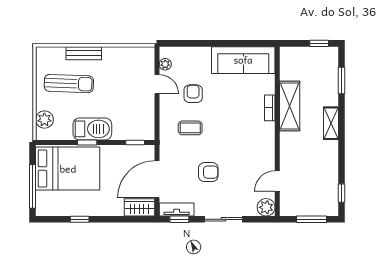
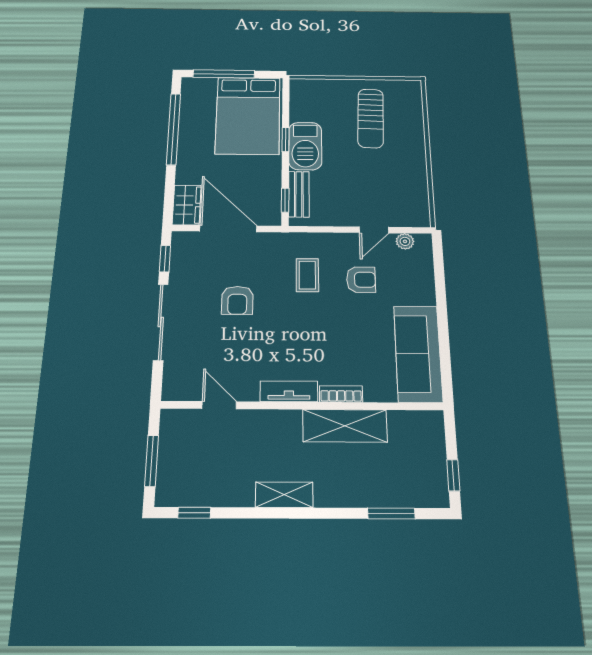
bench: (84, 53) -> (299, 194), moved
plant: (44, 120) -> (318, 89), removed
shelving: (331, 123) -> (284, 495), moved
plant: (266, 207) -> (176, 387), removed
tv unit: (177, 209) -> (289, 391), moved, turned -90
window: (80, 219) -> (173, 129), width x3.17
sliding door: (223, 219) -> (161, 322), width x1.37

